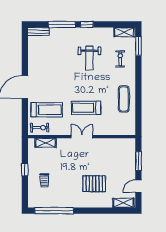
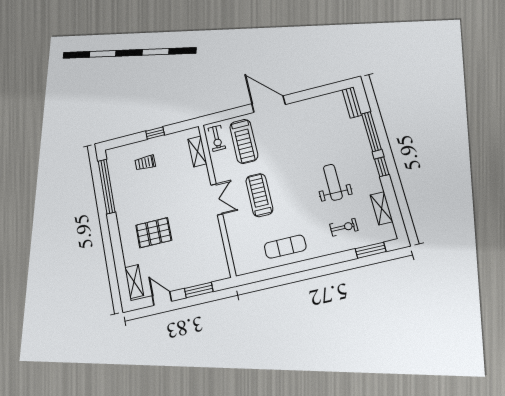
shelving: (124, 32) -> (381, 208), moved
weight bench: (89, 58) -> (333, 182), turned 90
pallet: (94, 184) -> (154, 233), turned 90

